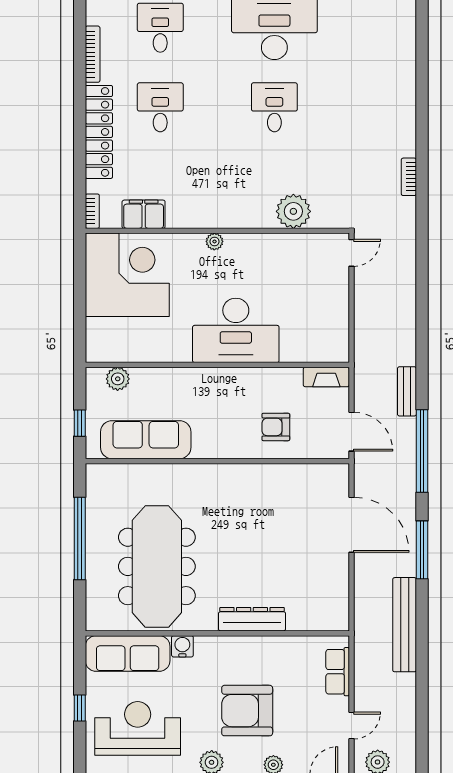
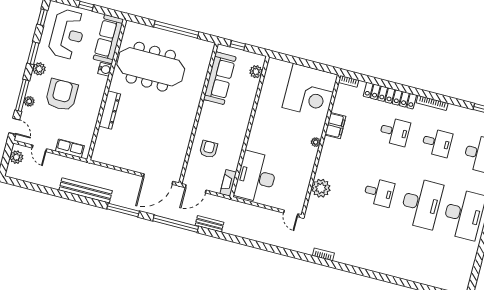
filing cabinet: (144, 214) -> (335, 126), moved
desk: (236, 330) -> (256, 177), moved
door: (352, 525) -> (158, 179), moved

